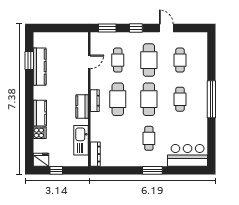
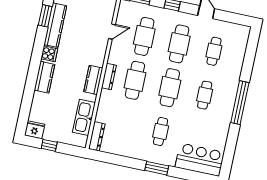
cafe table: (118, 60) -> (144, 36), width x1.37, depth x1.35
cooker: (40, 133) -> (49, 54), moved

